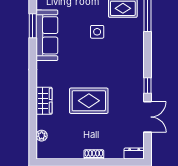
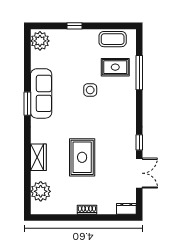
window: (33, 26) -> (27, 104), moved
rug: (89, 101) -> (82, 157), turned 90
plant: (42, 136) -> (41, 191), width x1.88, depth x1.88

